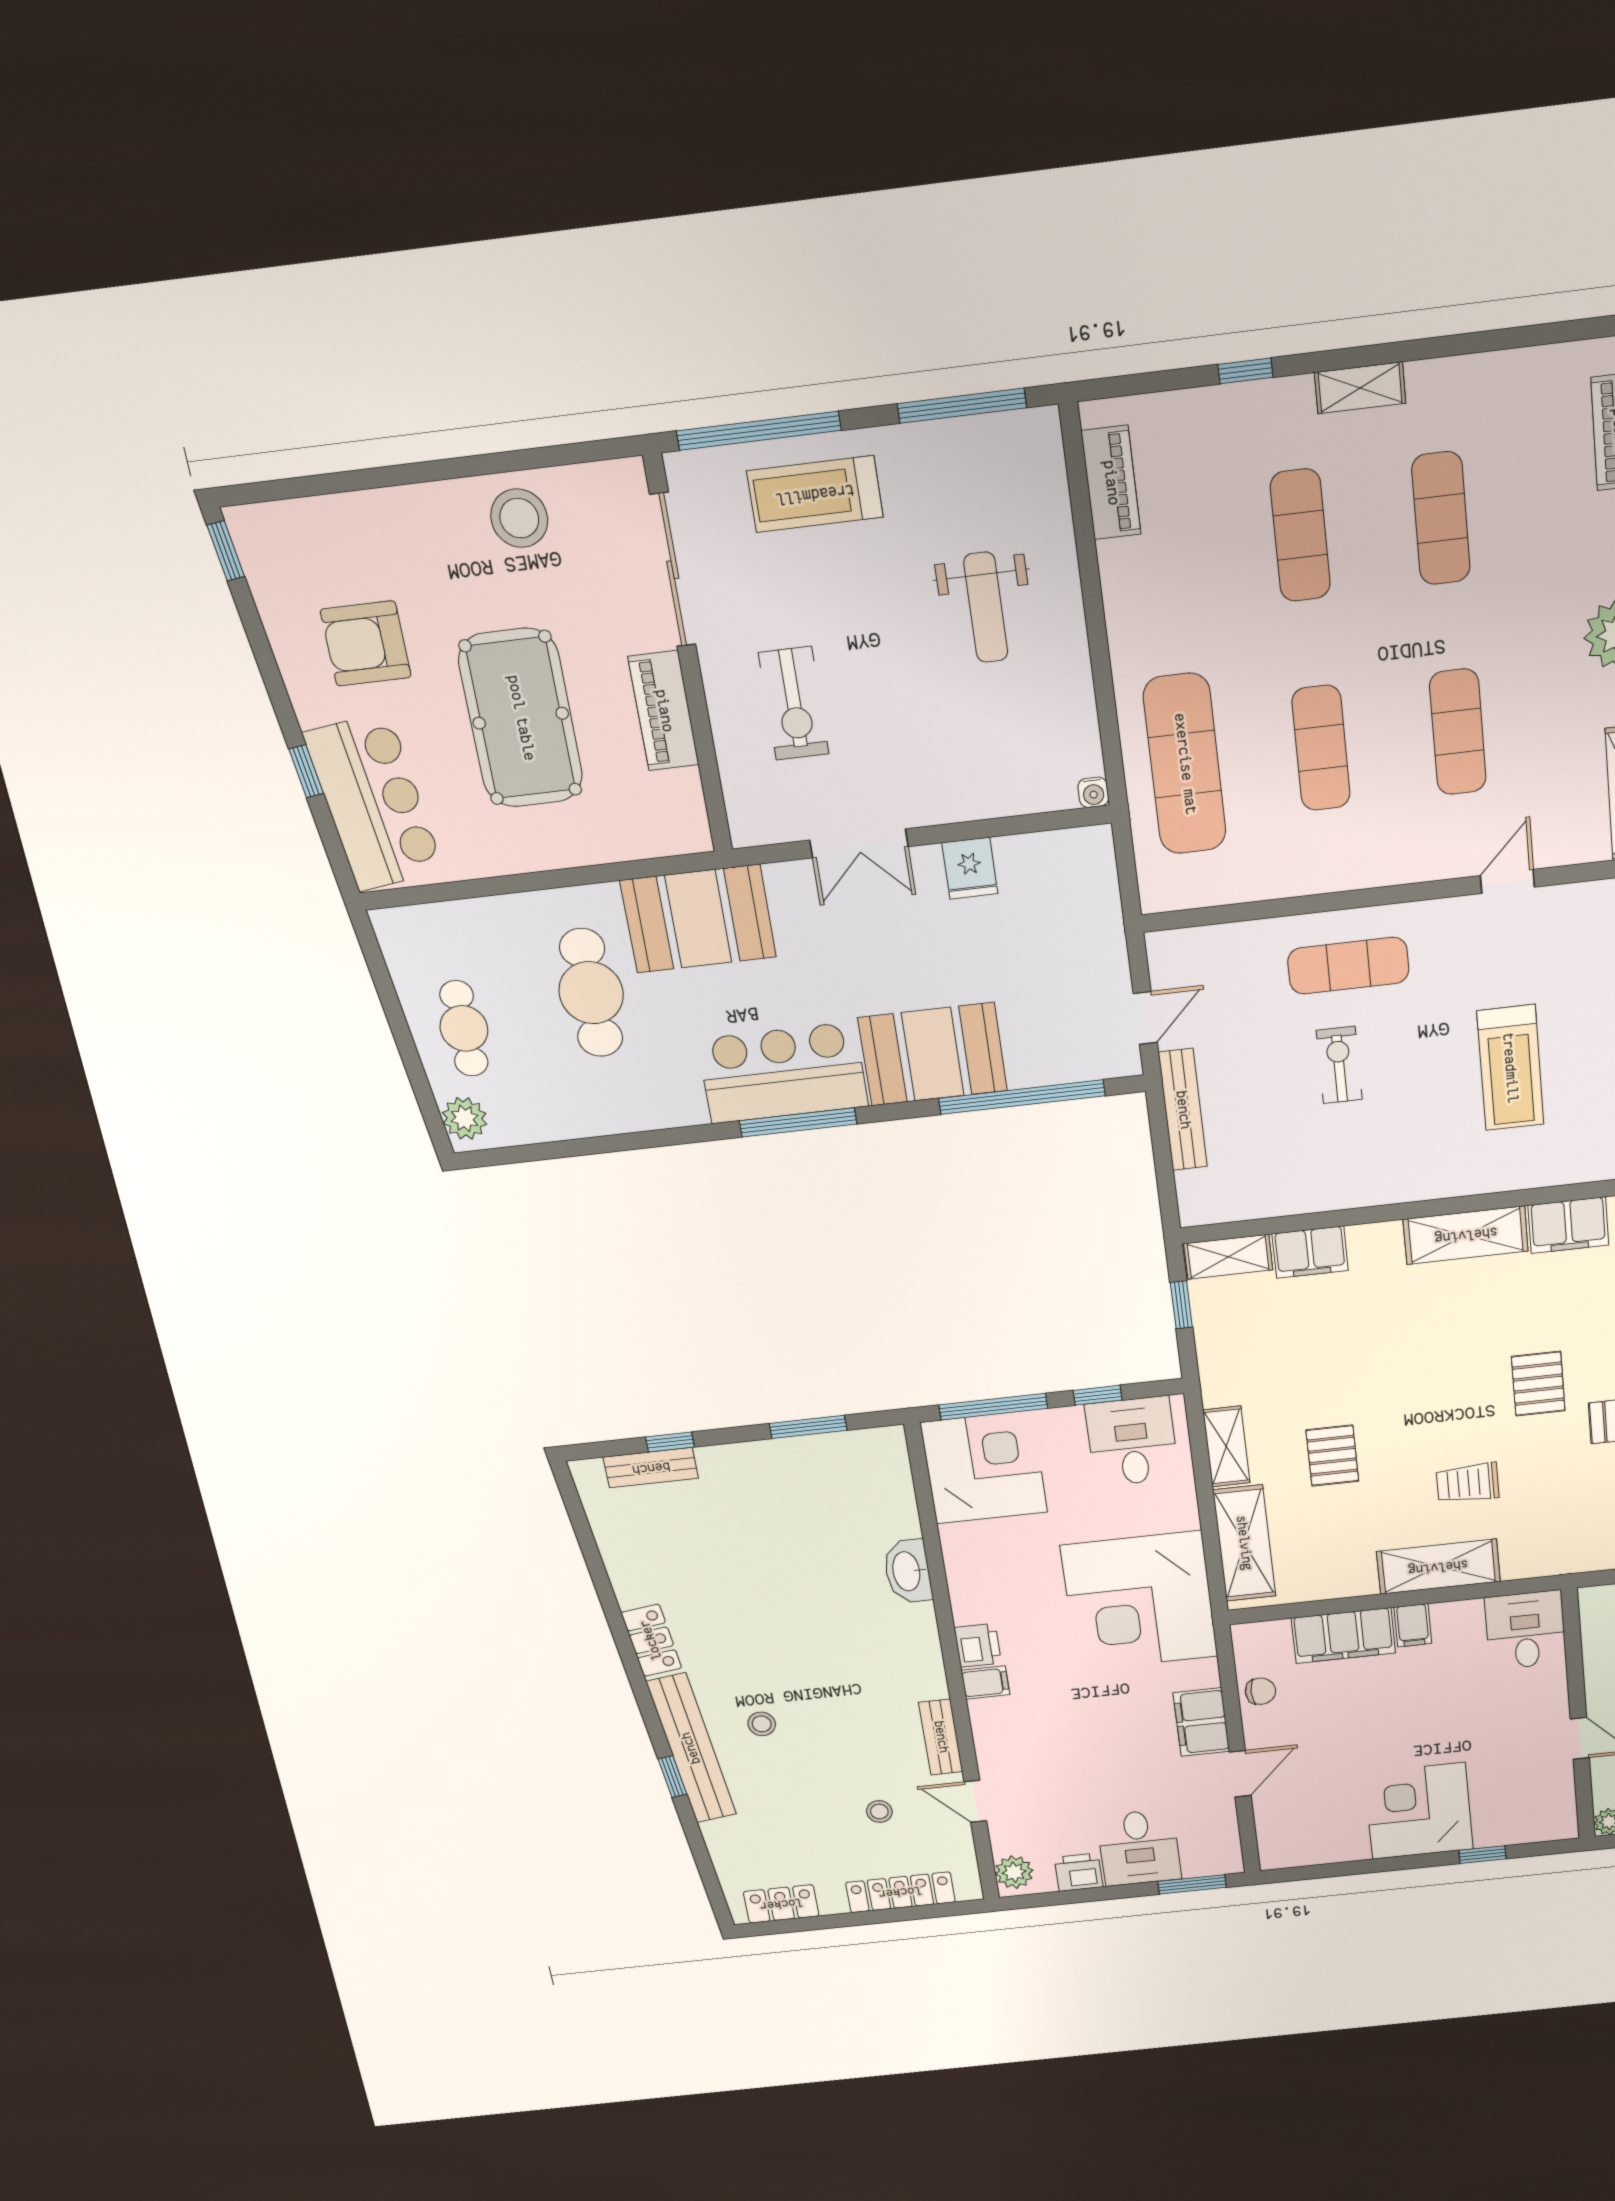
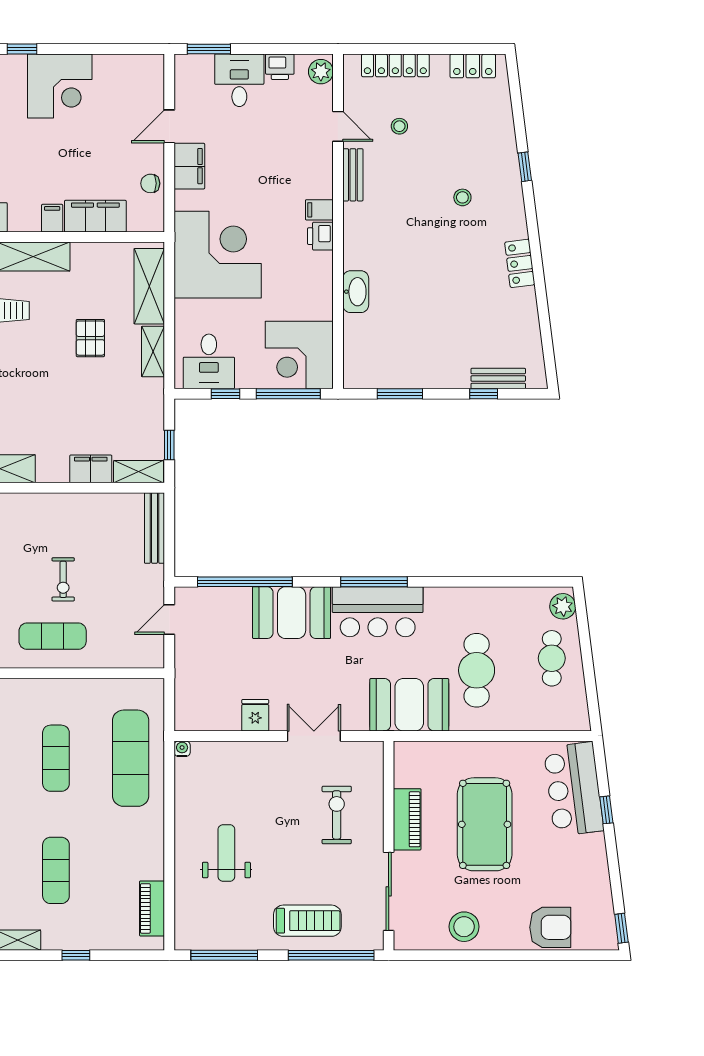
armchair: (366, 643) -> (550, 927), moved
bench: (1183, 1110) -> (155, 528), moved
bench: (691, 1748) -> (509, 185), removed

